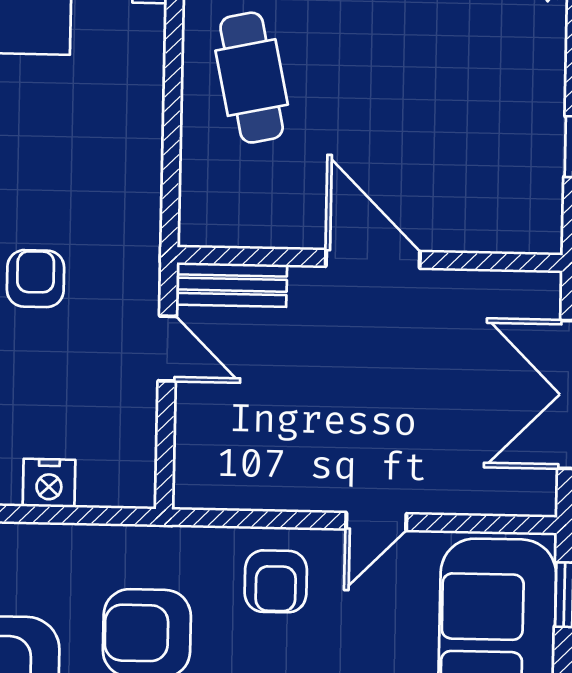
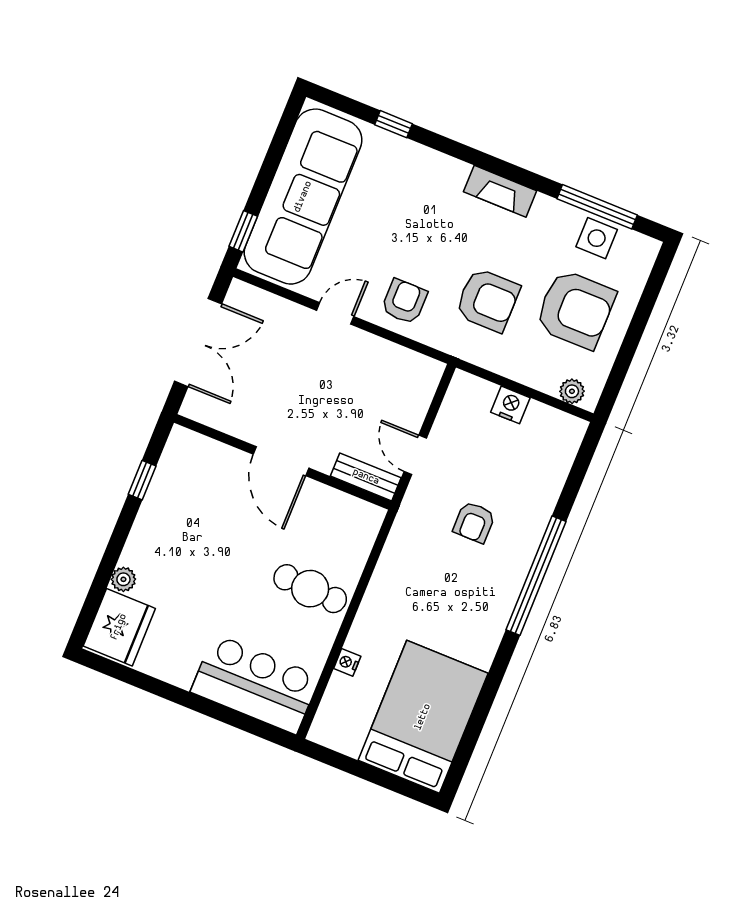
cafe table: (252, 78) -> (310, 589), turned -75

